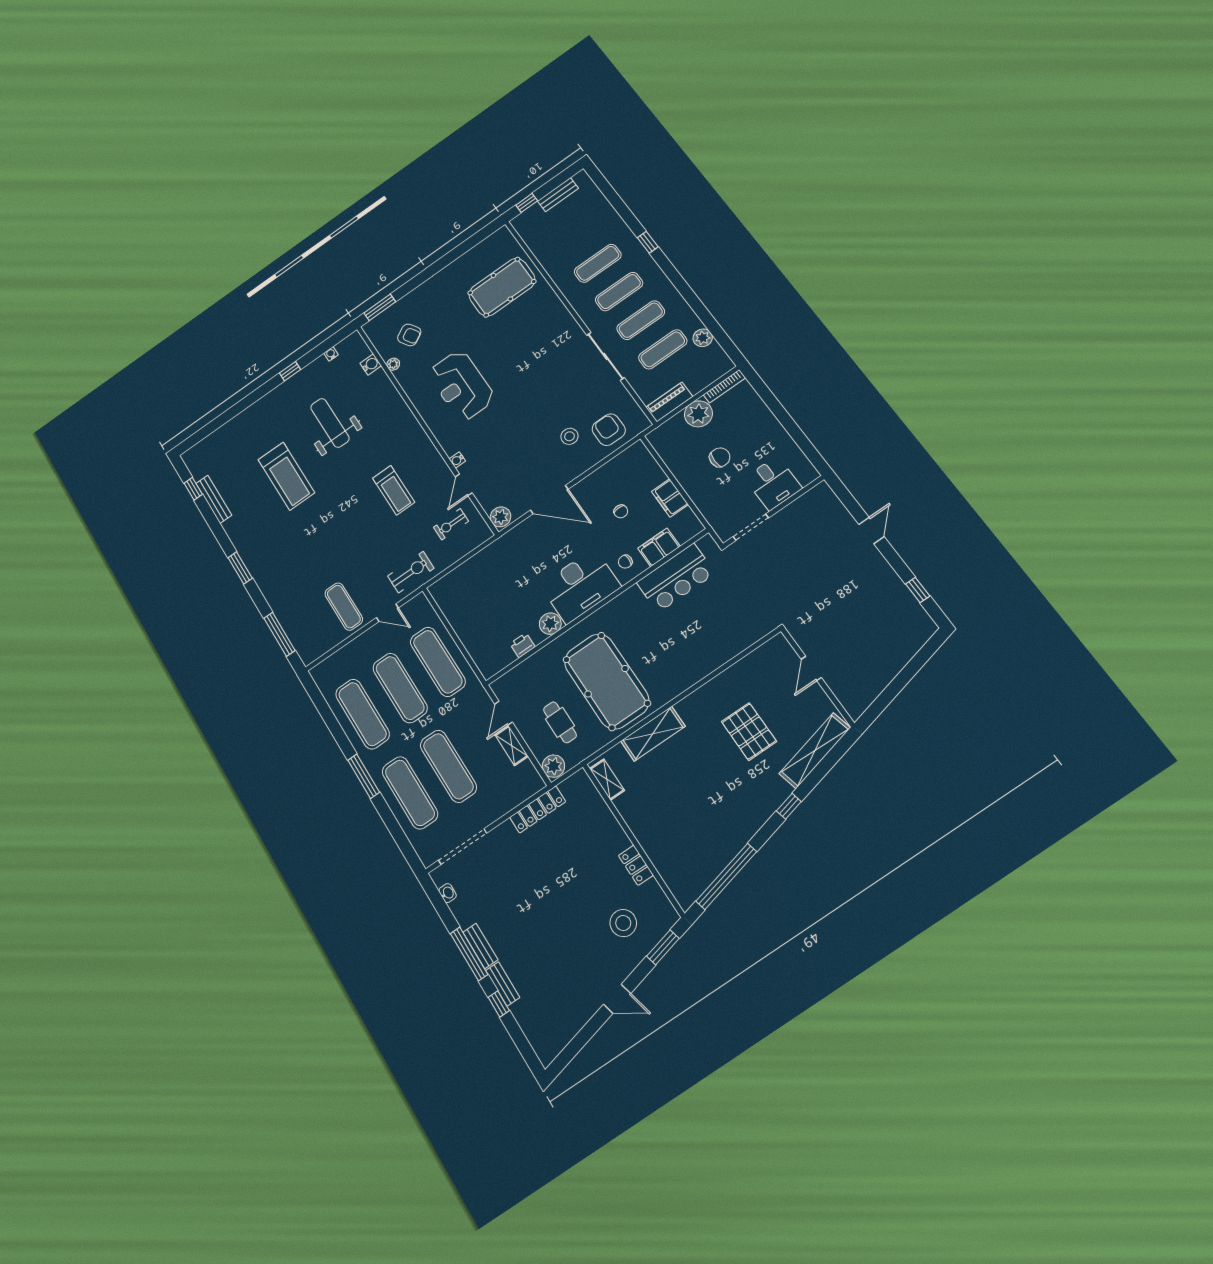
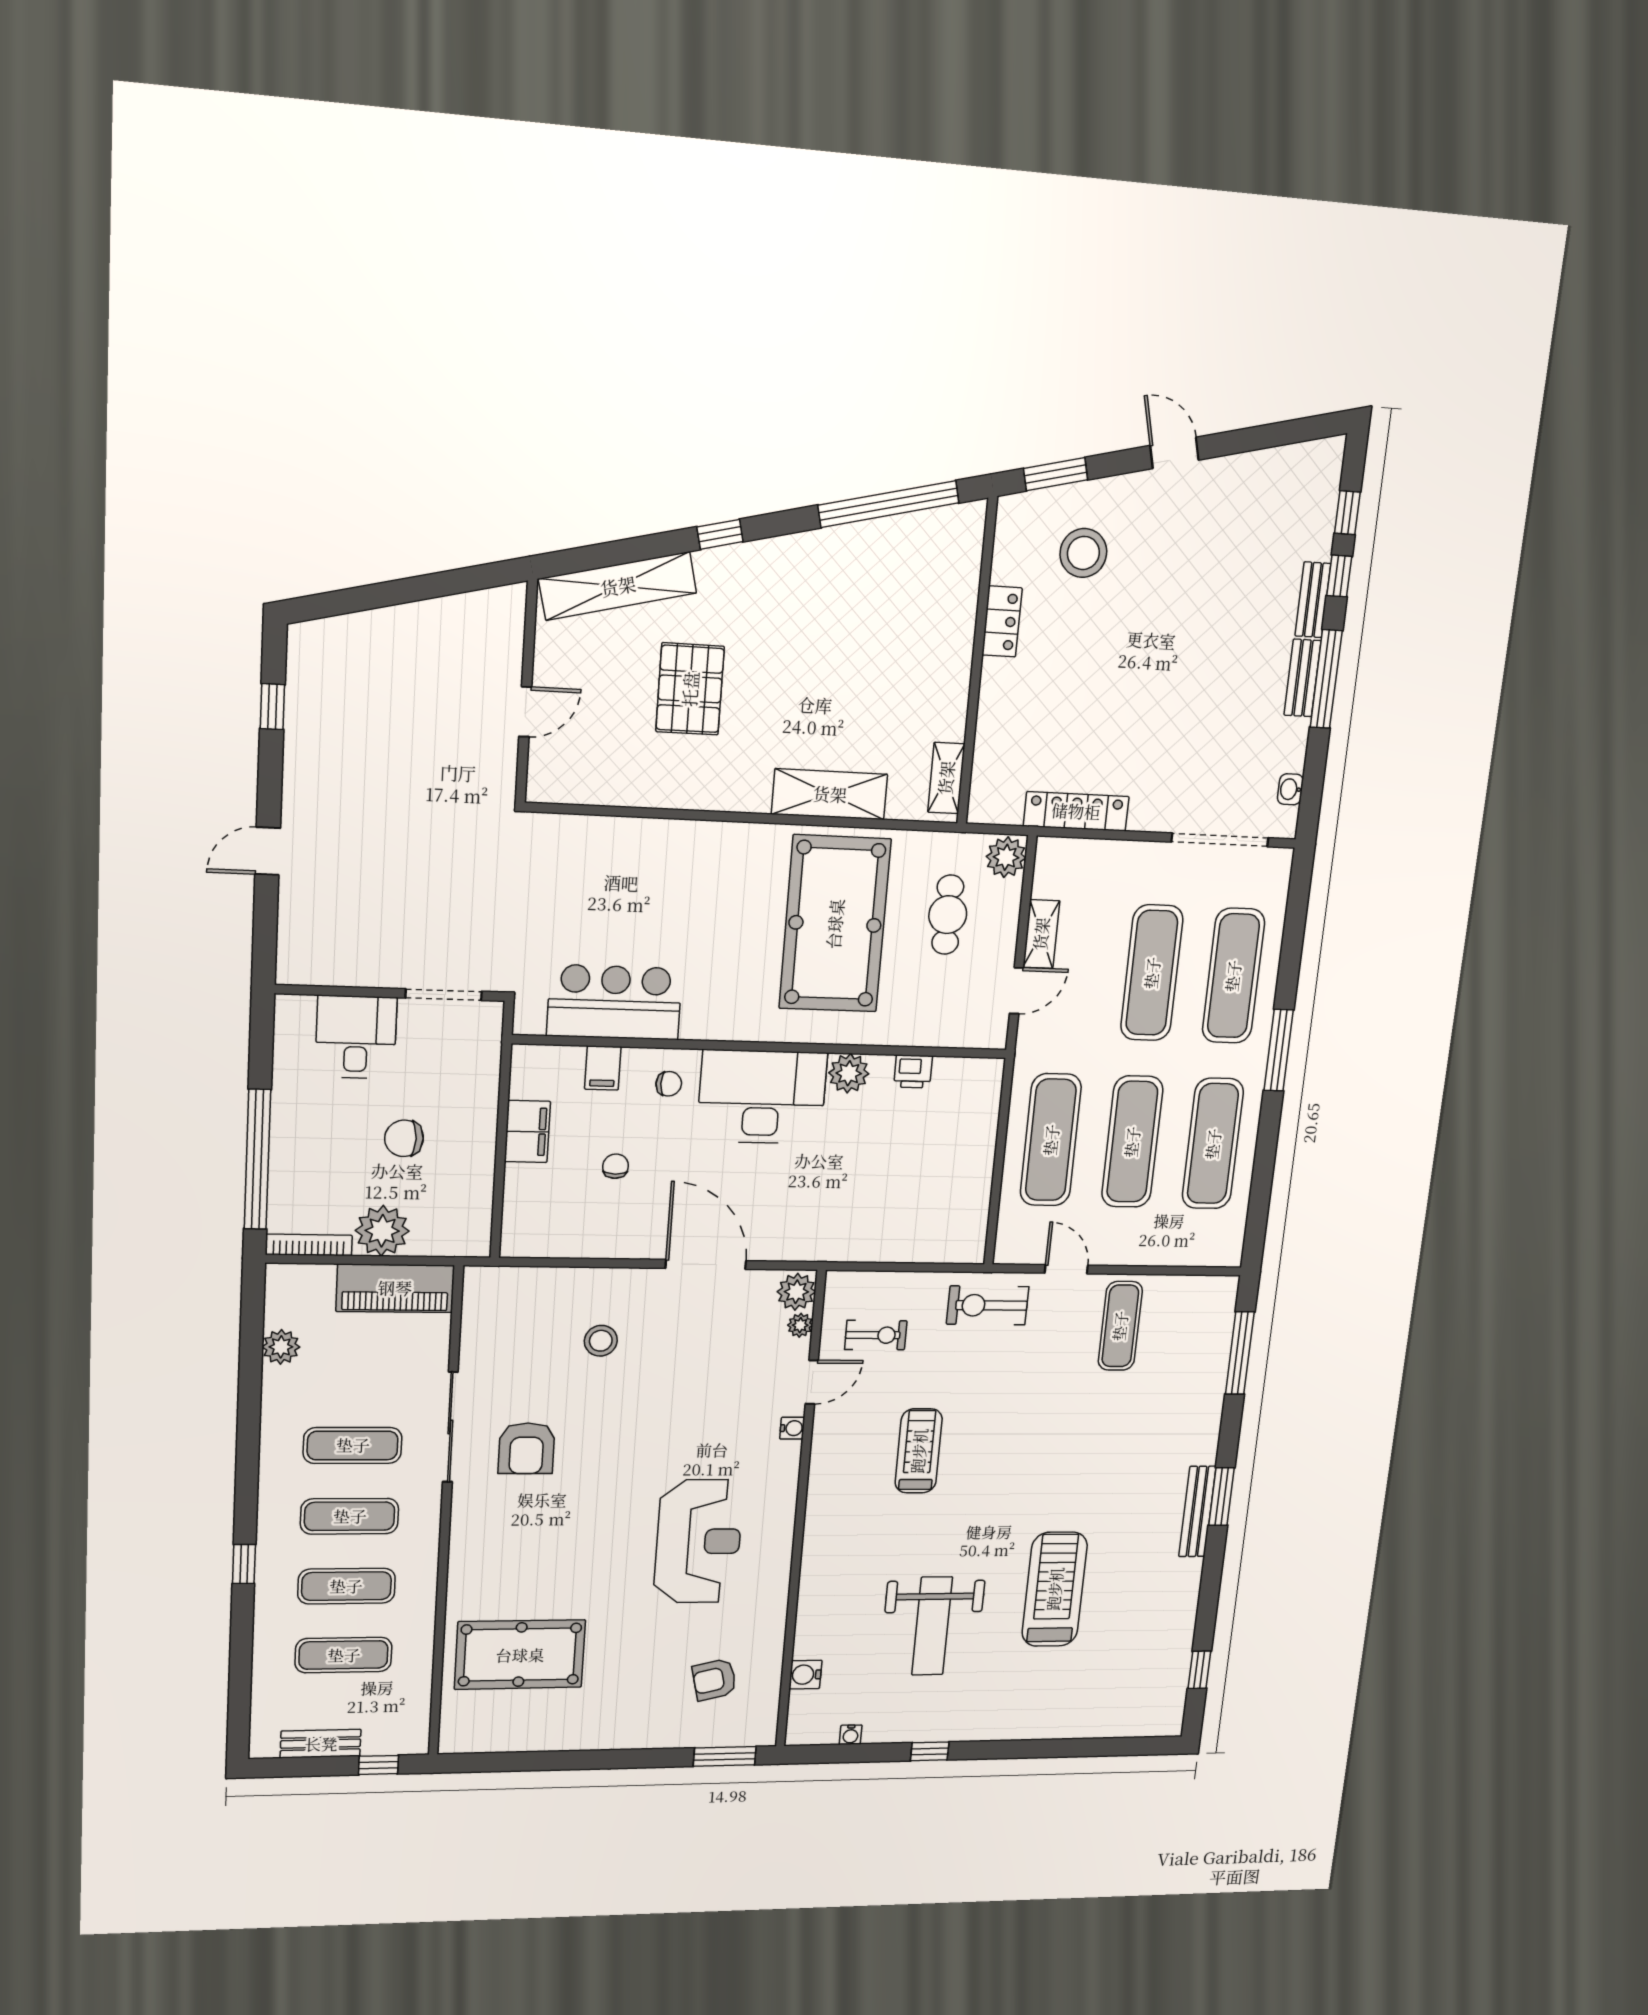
armchair: (409, 335) -> (714, 1680), turned -72
exercise mat: (663, 349) -> (344, 1655), moved
plant: (393, 364) -> (800, 1325), moved
piano: (669, 402) -> (395, 1288), width x1.37, depth x1.33
window: (774, 405) -> (257, 1159), added
armchair: (609, 430) -> (527, 1448), moved
bench: (214, 499) -> (1197, 1511), moved
filing cabinet: (659, 547) -> (603, 1068), width x0.50
window: (517, 1035) -> (1347, 513), added

